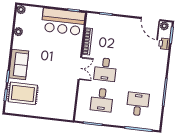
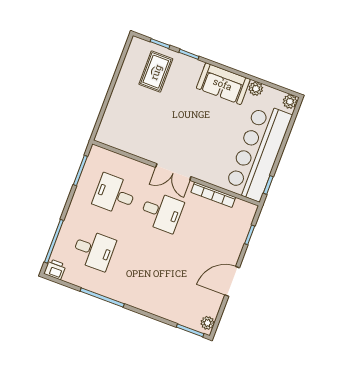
door: (151, 19) -> (232, 281), moved
bar counter: (63, 22) -> (258, 152), width x1.36
printer: (164, 44) -> (55, 269), moved
sofa: (19, 64) -> (223, 84), moved
desk: (105, 69) -> (162, 212), turned 180
rug: (23, 93) -> (156, 72), width x0.73, depth x0.70

